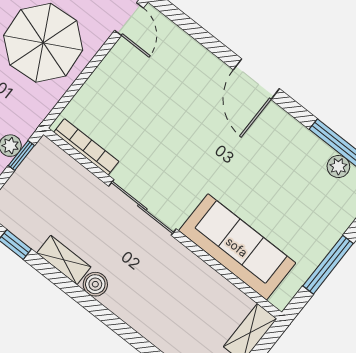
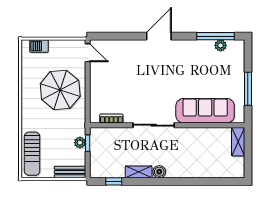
door: (256, 79) -> (159, 36), swing flipped
bookcase: (86, 147) -> (111, 119), width x0.64

